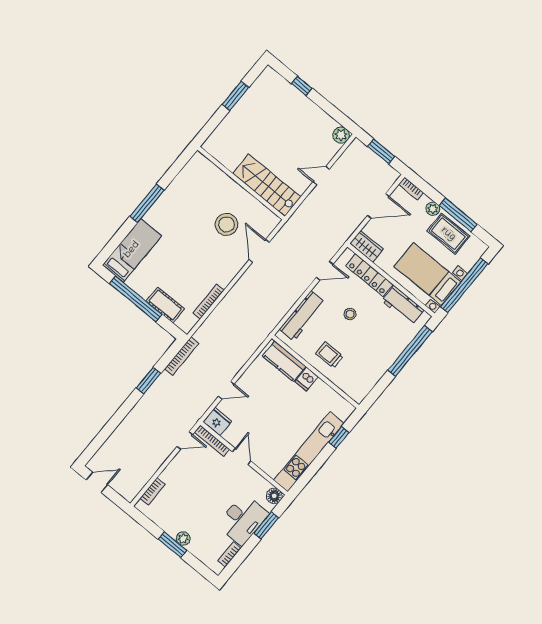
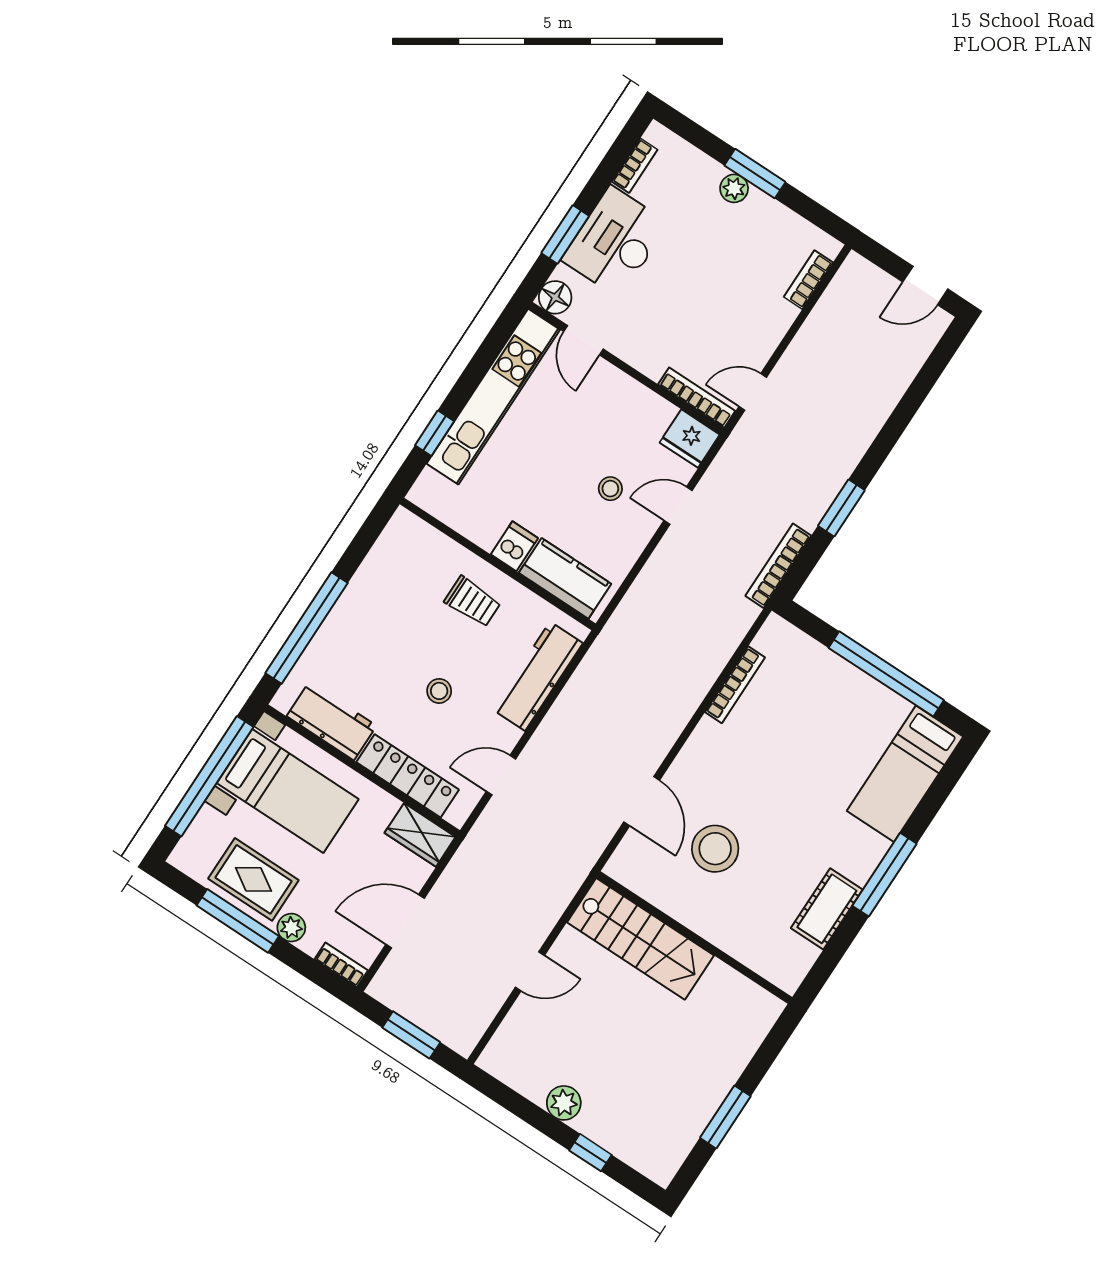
plant: (341, 135) -> (564, 1103), moved
cot: (165, 305) -> (827, 909), moved, turned 90
stool: (258, 402) -> (610, 489), added
door: (242, 456) -> (583, 340), moved

